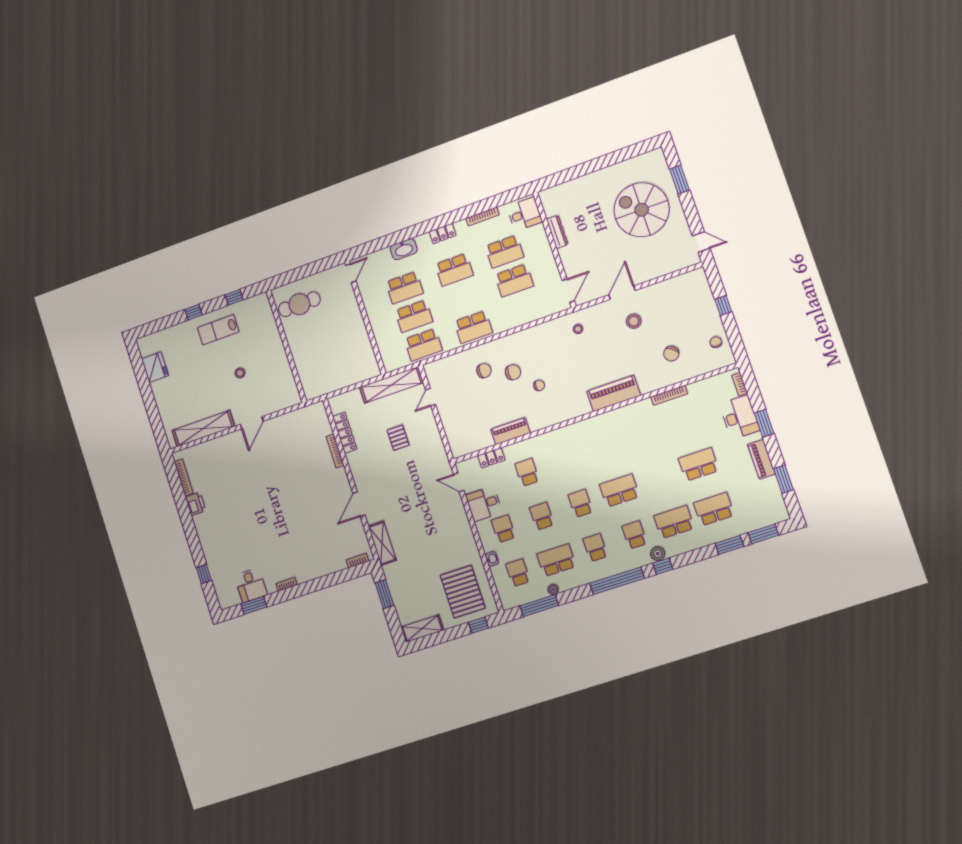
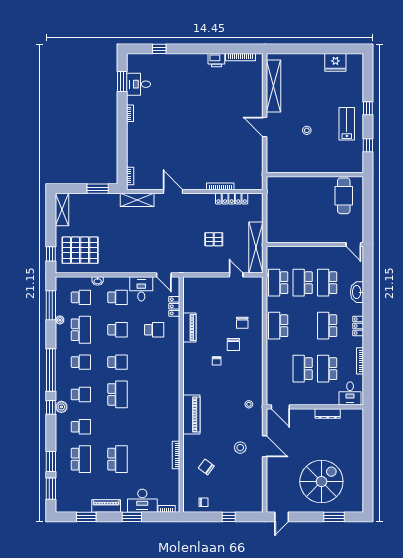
door: (459, 482) -> (164, 275), swing flipped
school desk: (674, 522) -> (81, 427), width x0.54

